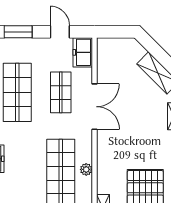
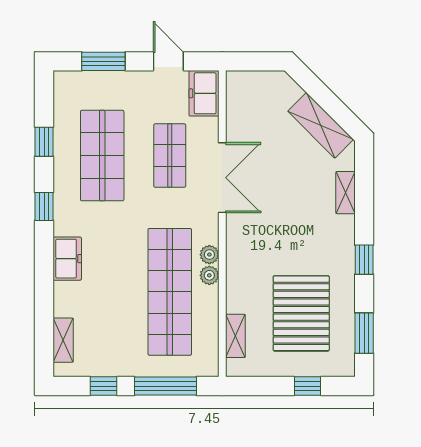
plant: (86, 156) -> (209, 255), added

